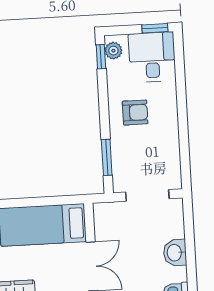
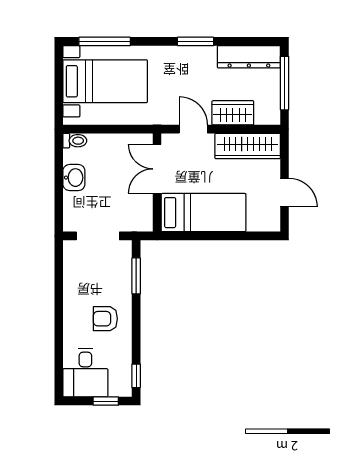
window: (155, 28) -> (106, 401), moved
plant: (113, 51) -> (123, 381), removed

